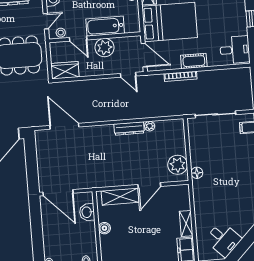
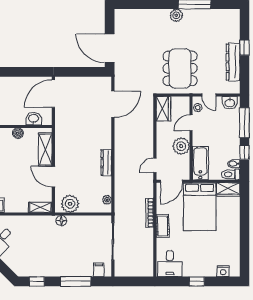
bathtub: (105, 26) -> (200, 163), moved
plant: (150, 126) -> (107, 200), moved
shelving: (186, 223) -> (40, 207), moved

